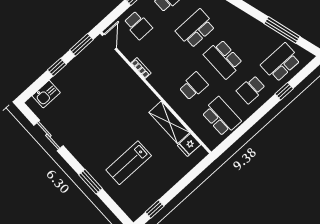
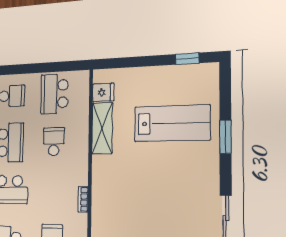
school desk: (193, 86) -> (54, 142), turned 90
lab bench: (129, 163) -> (172, 123), width x1.36, depth x1.39

